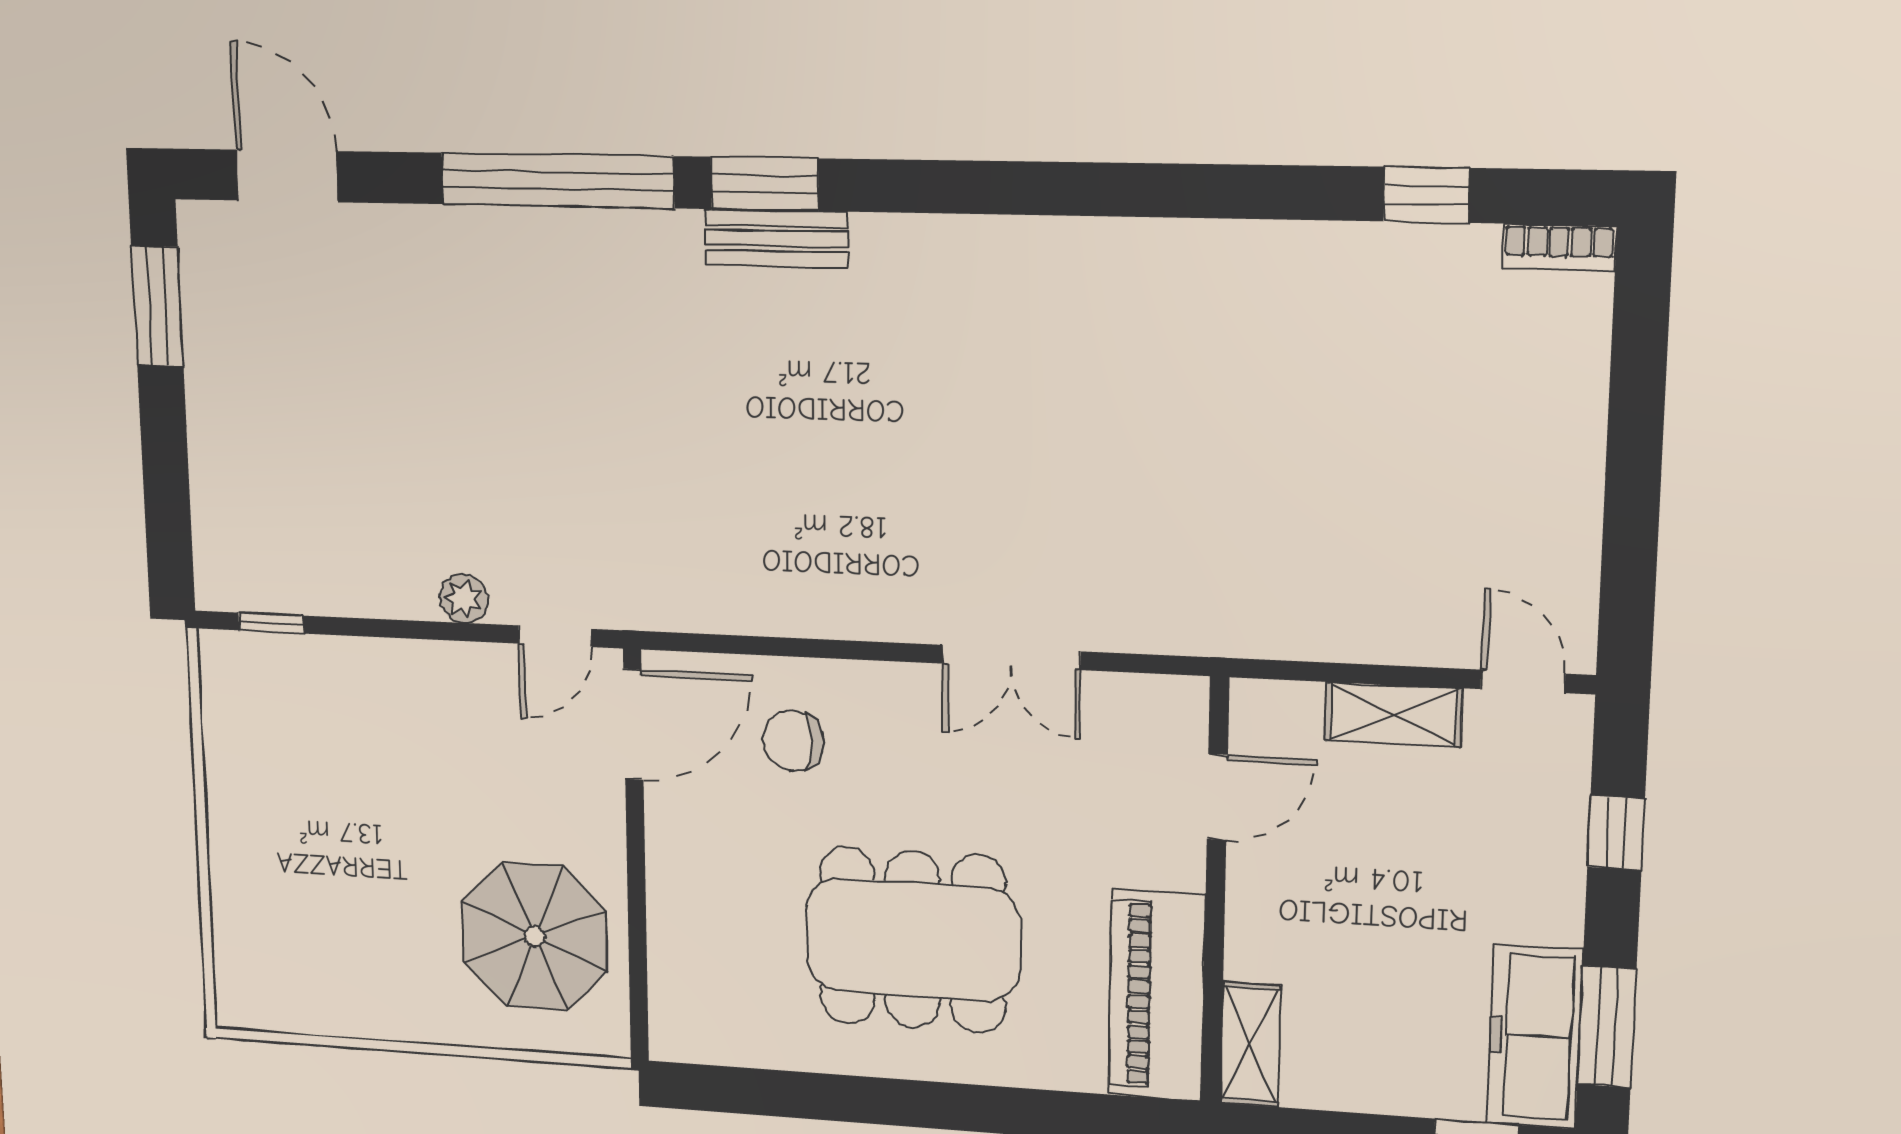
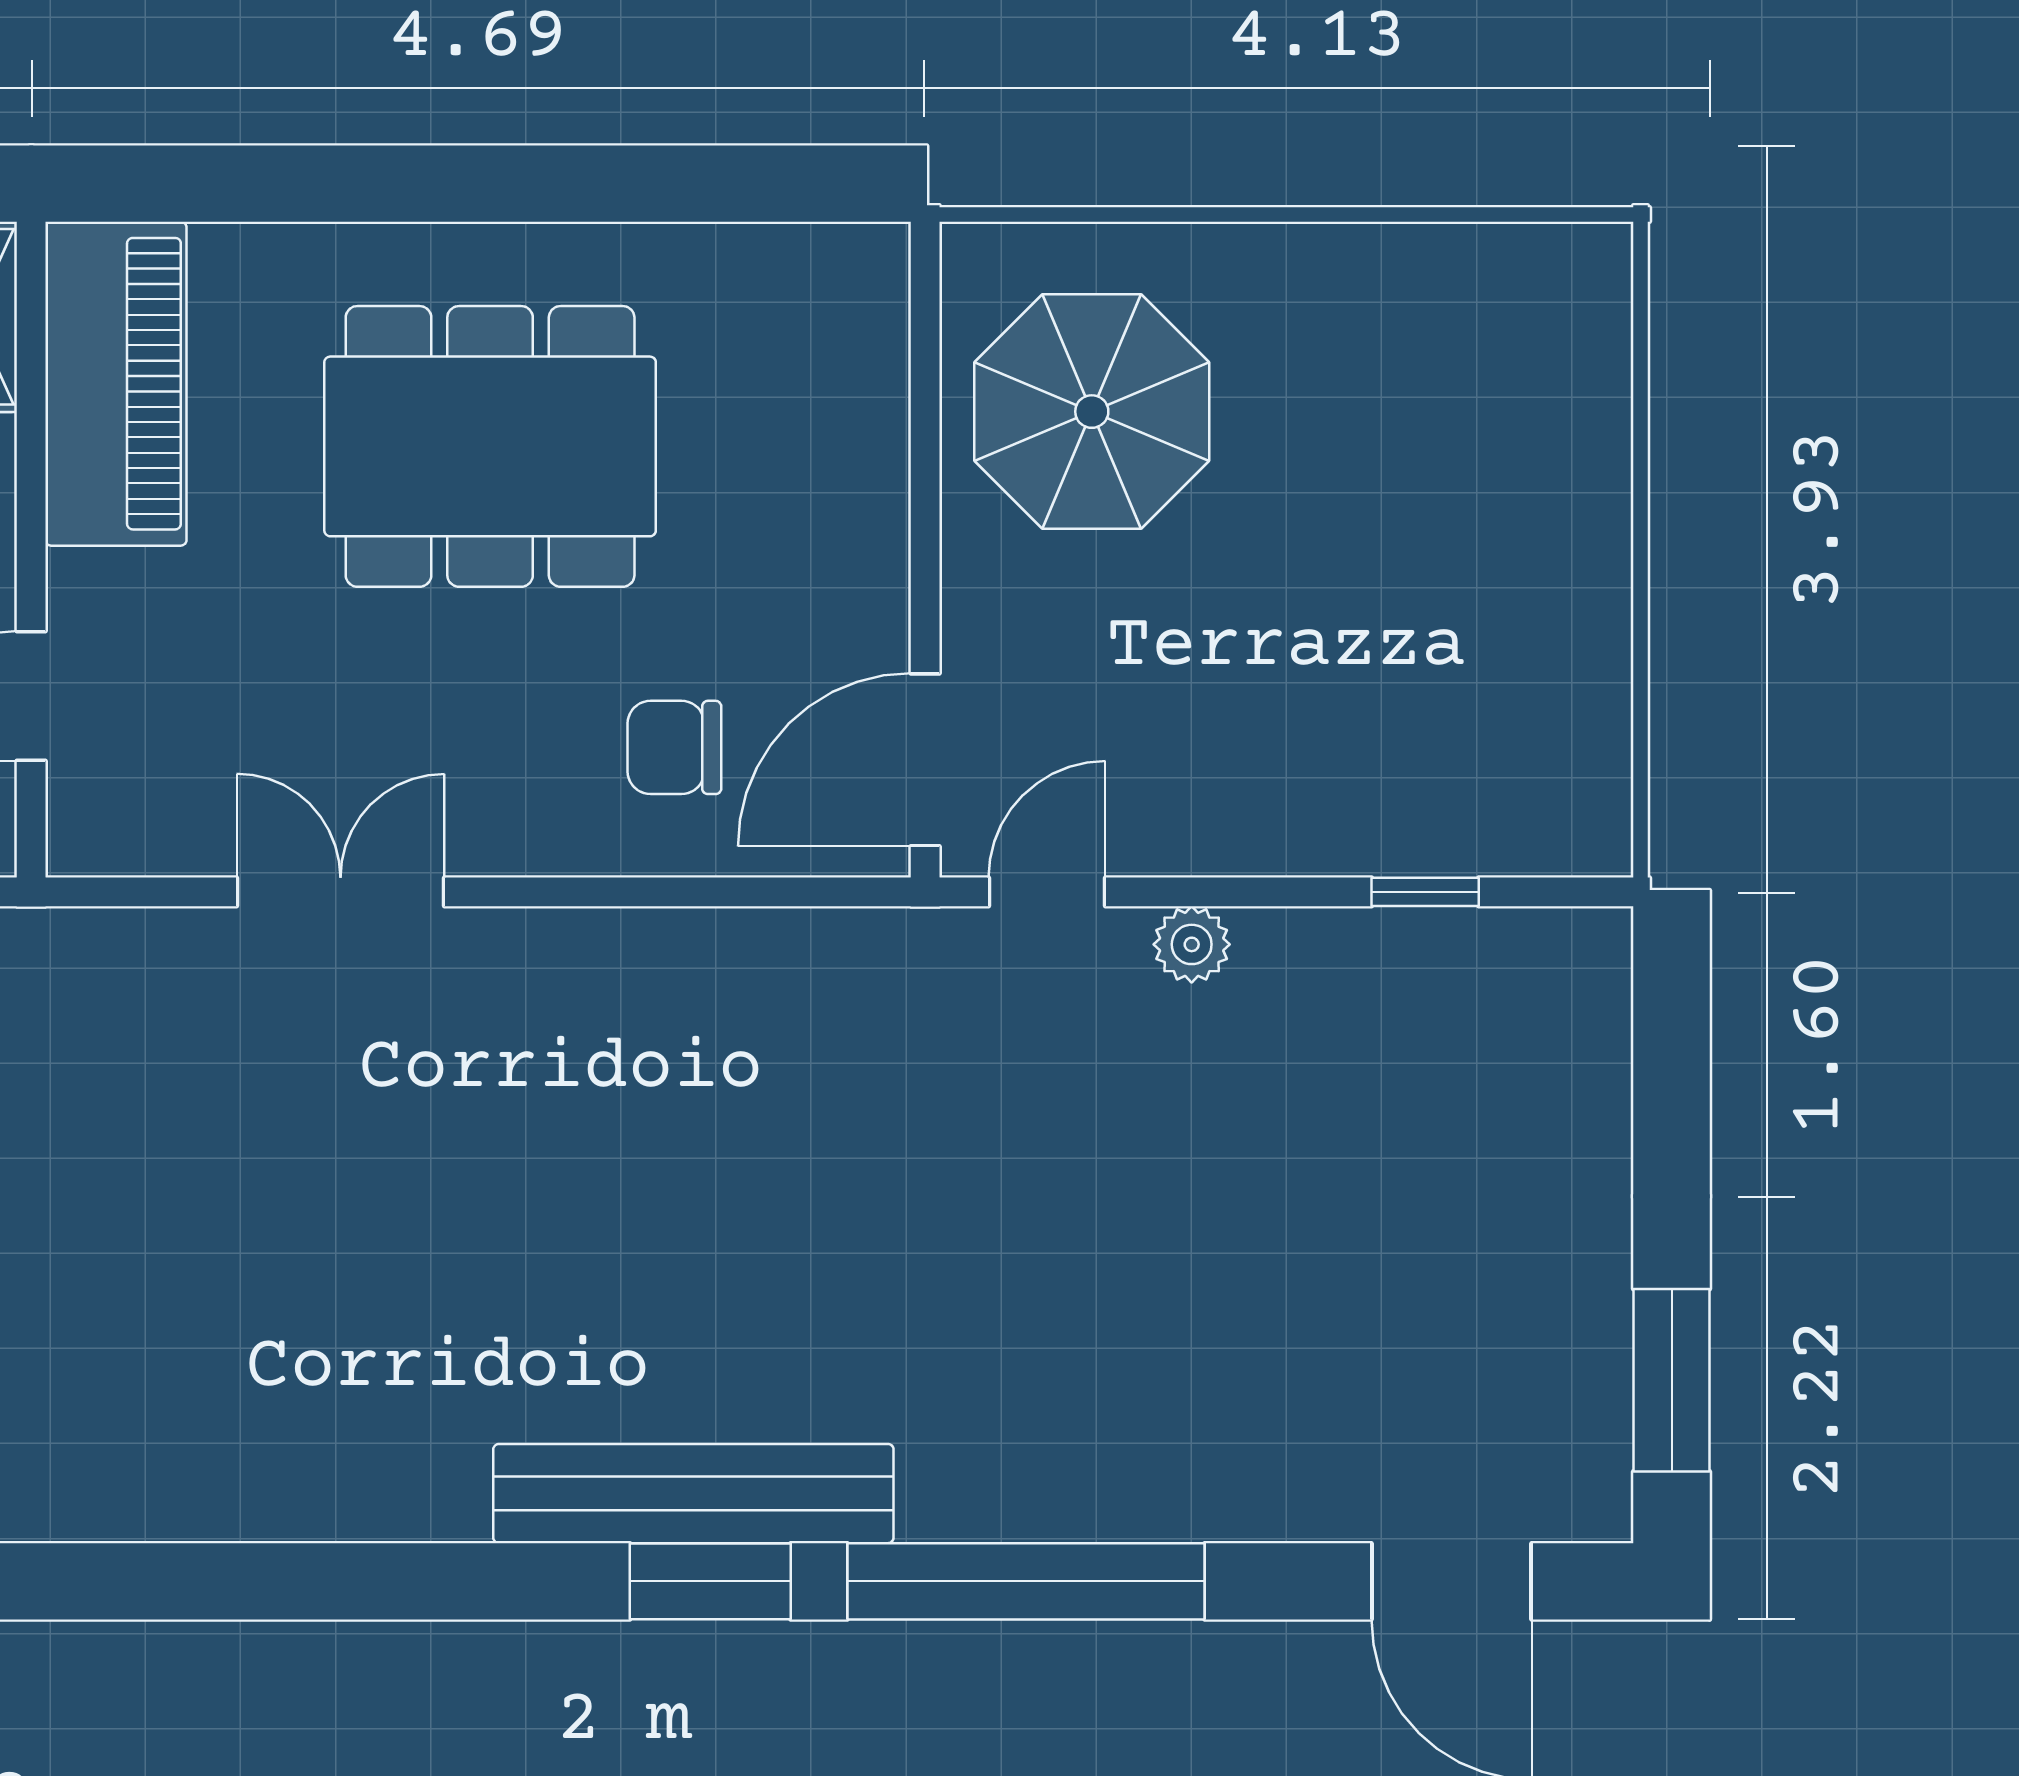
bench: (776, 238) -> (693, 1494), width x1.86, depth x1.21
window: (271, 623) -> (1425, 892), moved
chair: (793, 741) -> (674, 747), turned 180

